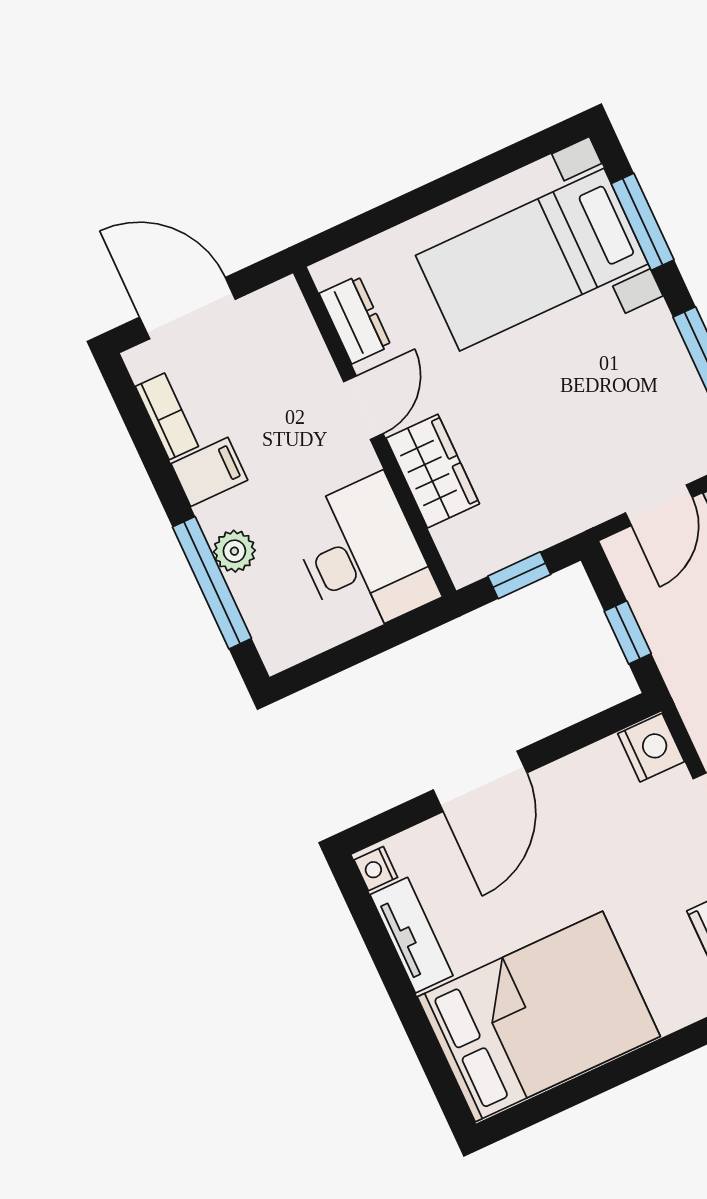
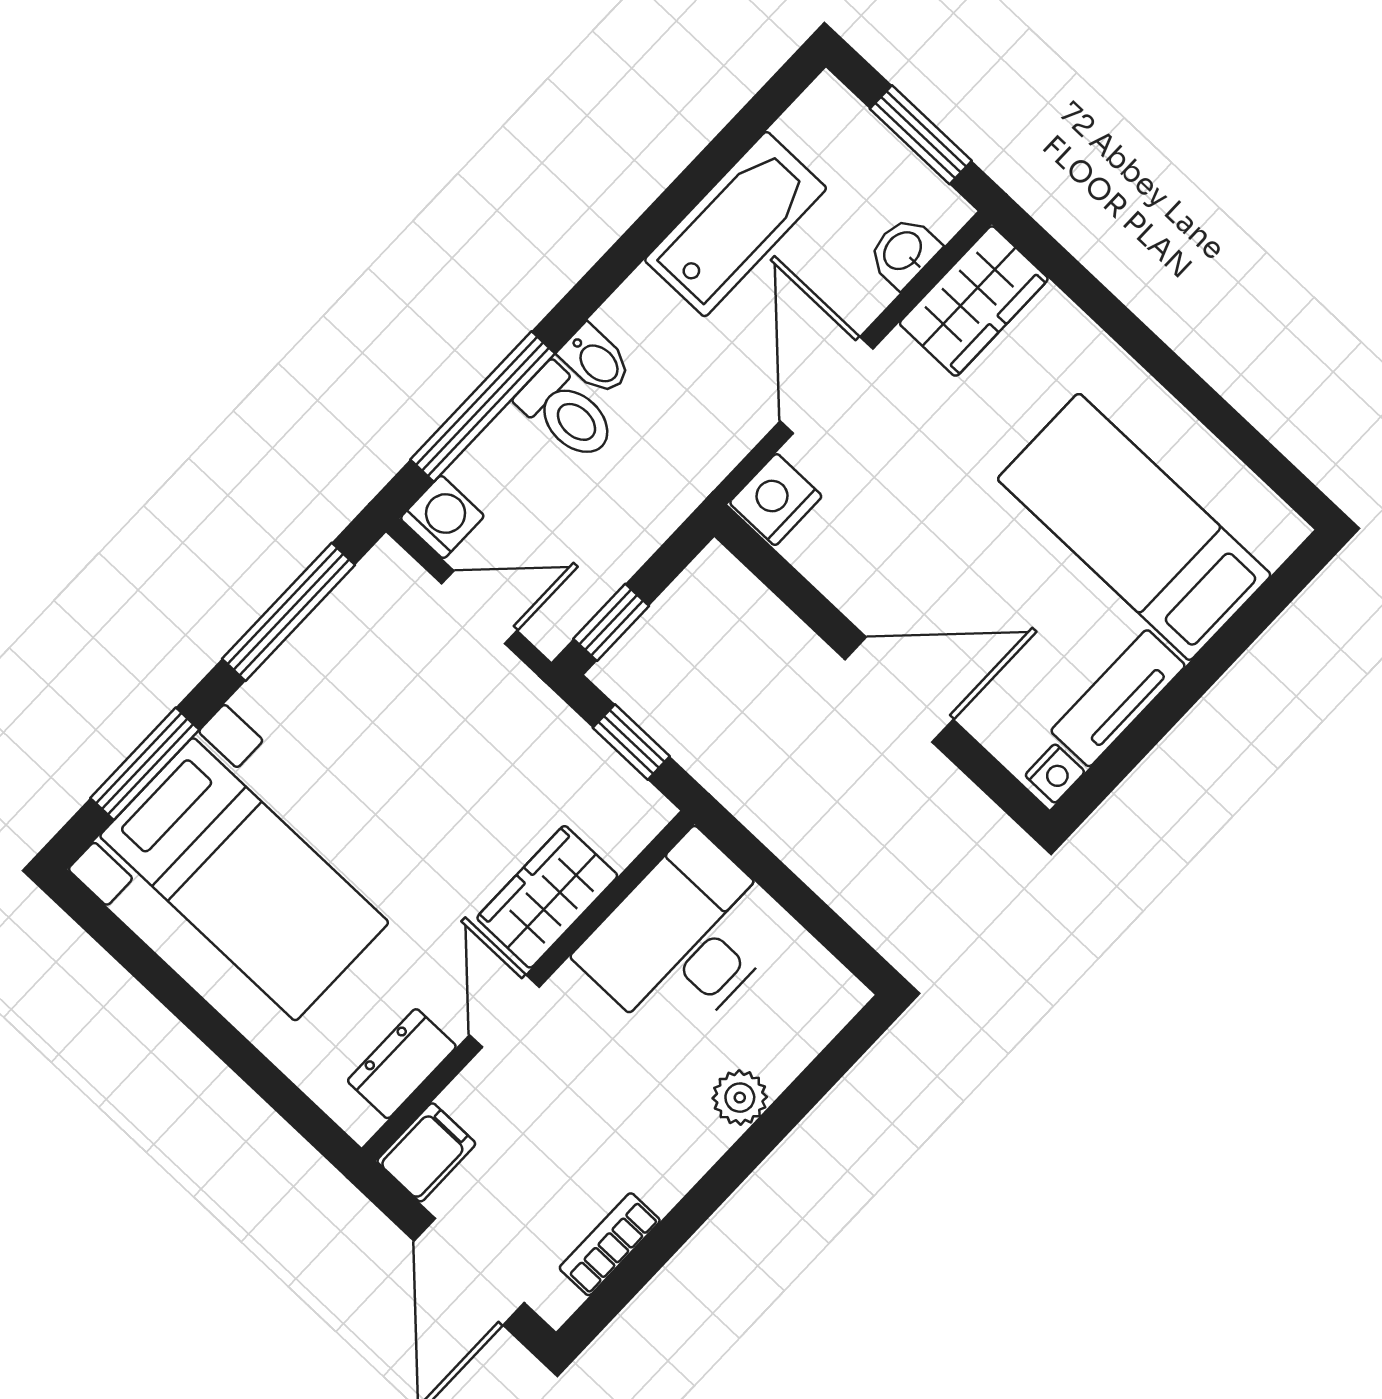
door: (363, 408) -> (504, 1011), hinge flipped
filing cabinet: (209, 472) -> (426, 1152), moved, turned 90
window: (212, 583) -> (789, 1109), removed
window: (628, 632) -> (611, 622), moved
bed: (539, 1017) -> (1134, 527), width x0.67

